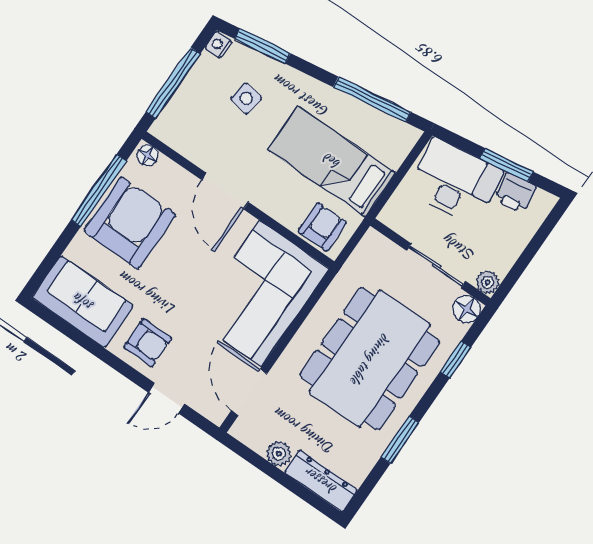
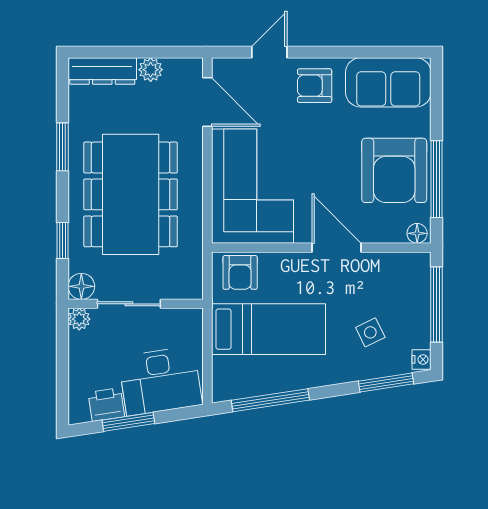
side table: (246, 98) -> (370, 332), turned -35

